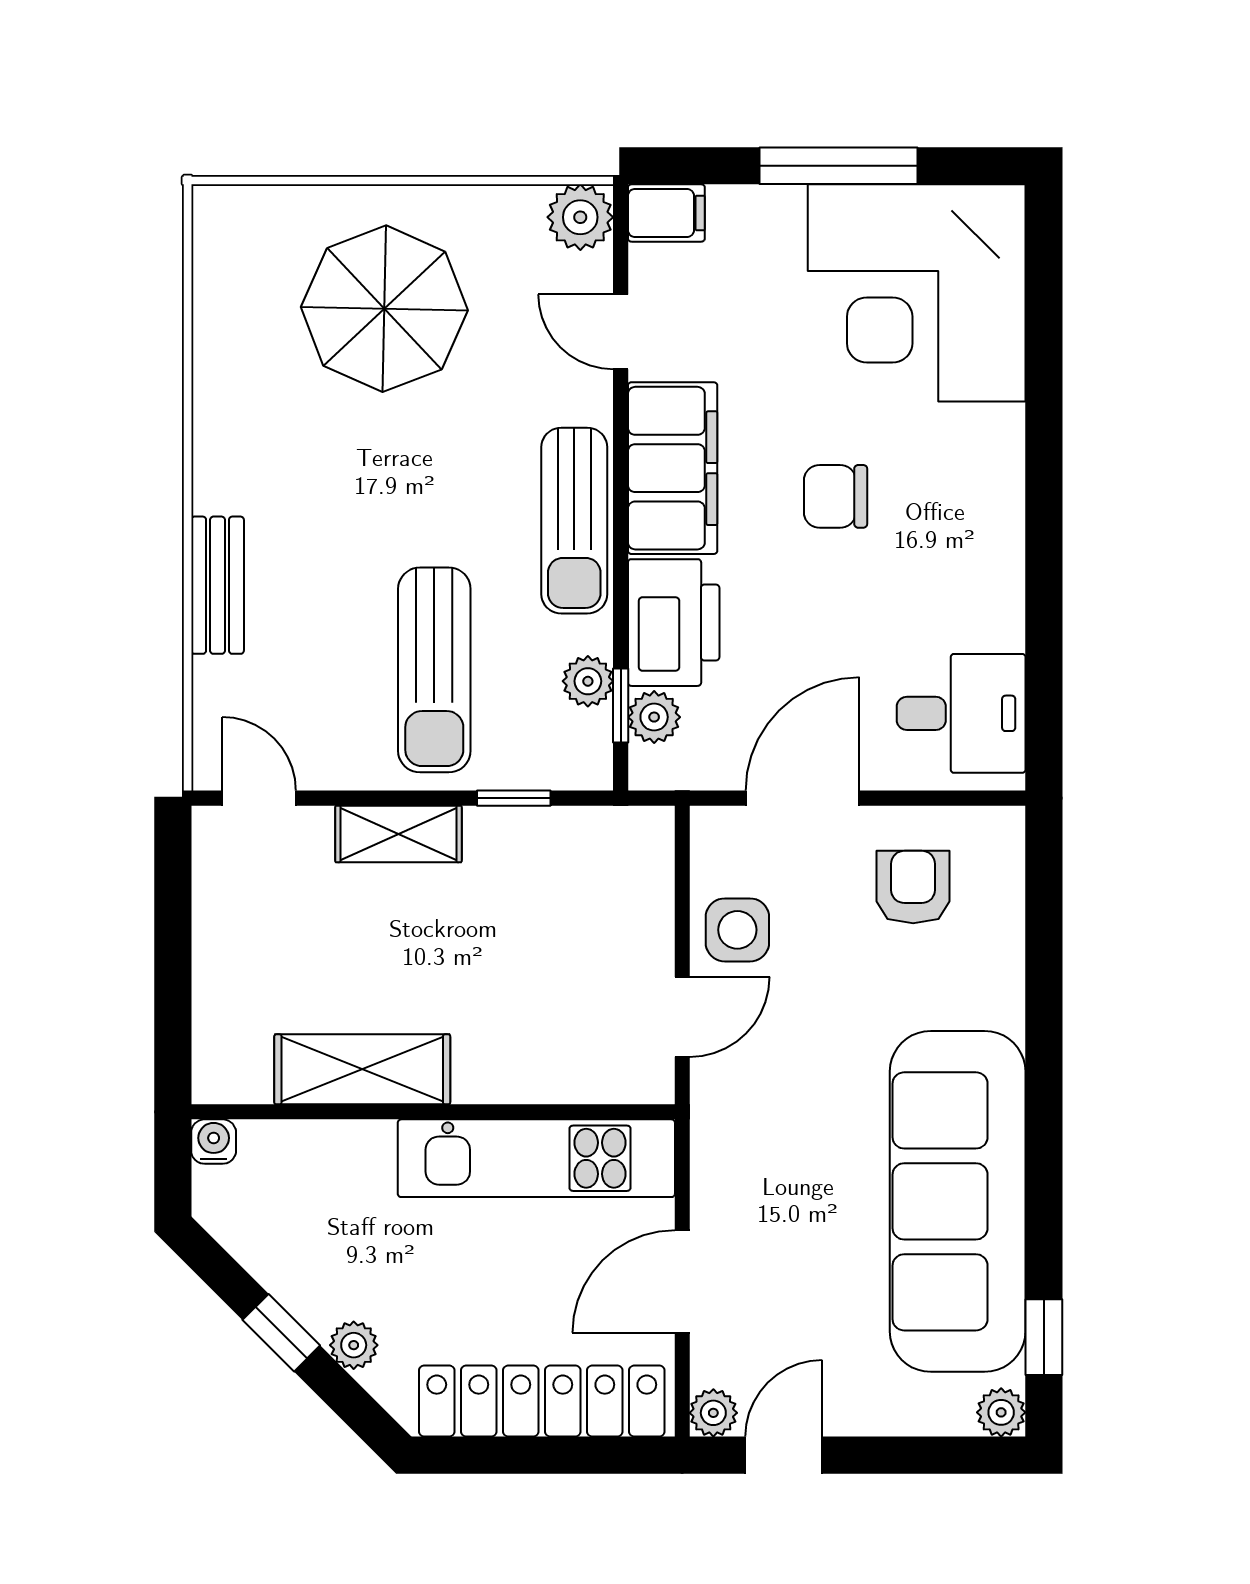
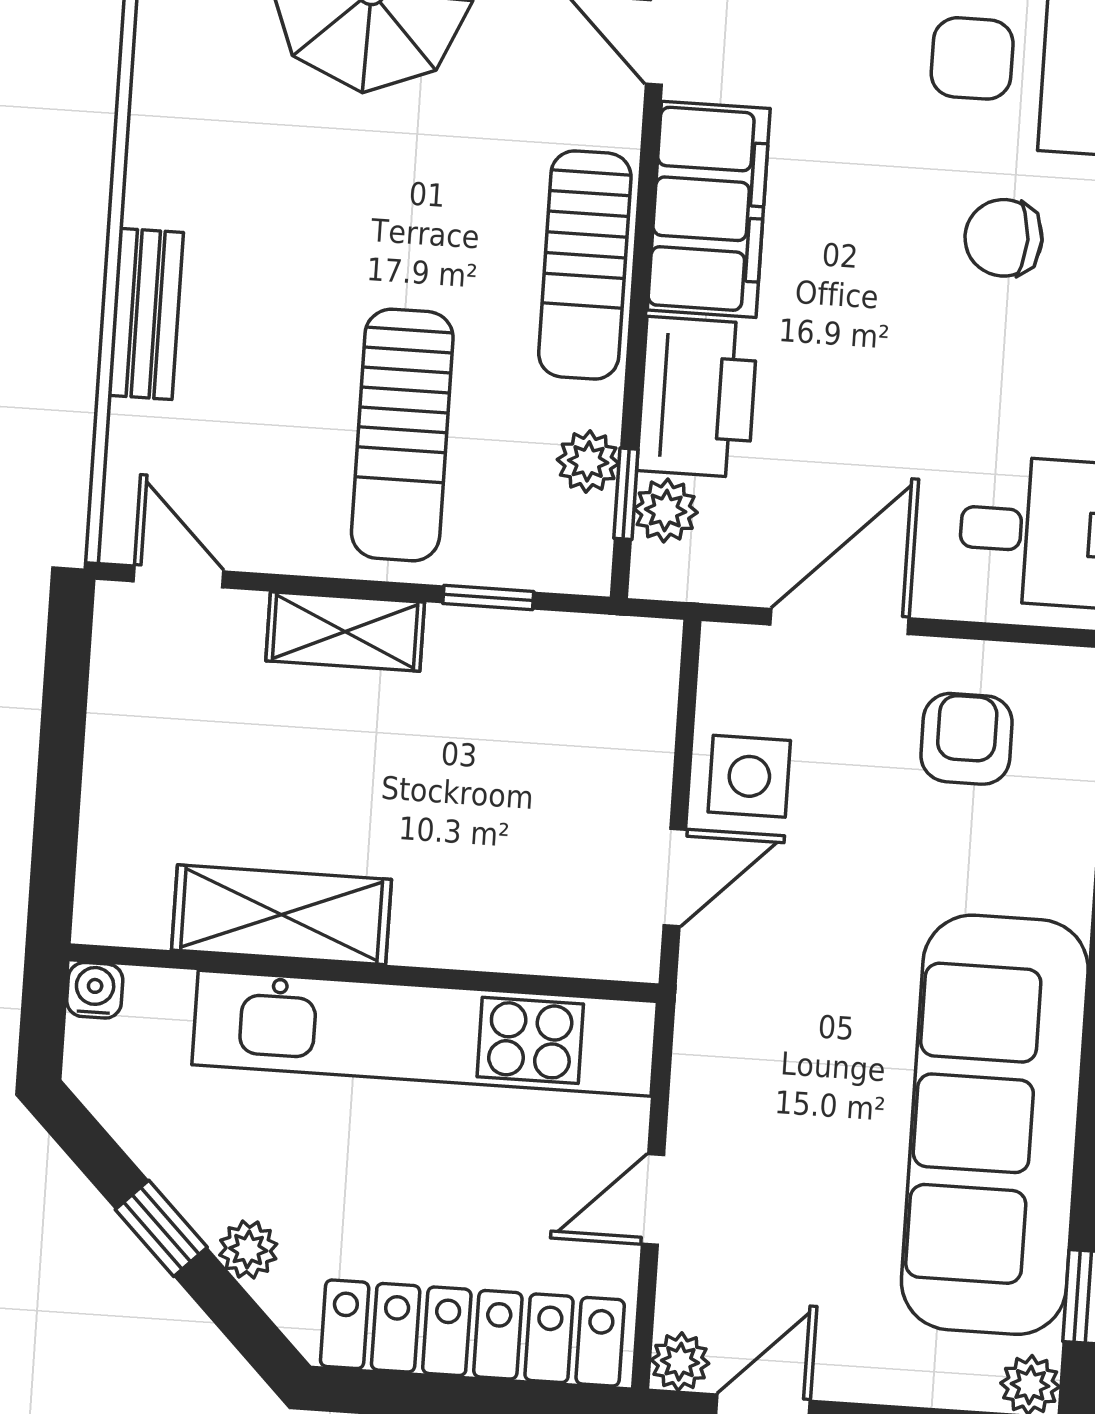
chair: (836, 496) -> (1004, 238), moved
kitchen unit: (536, 1158) -> (425, 1033), width x1.36
door: (682, 1282) -> (653, 1199), width x0.73

